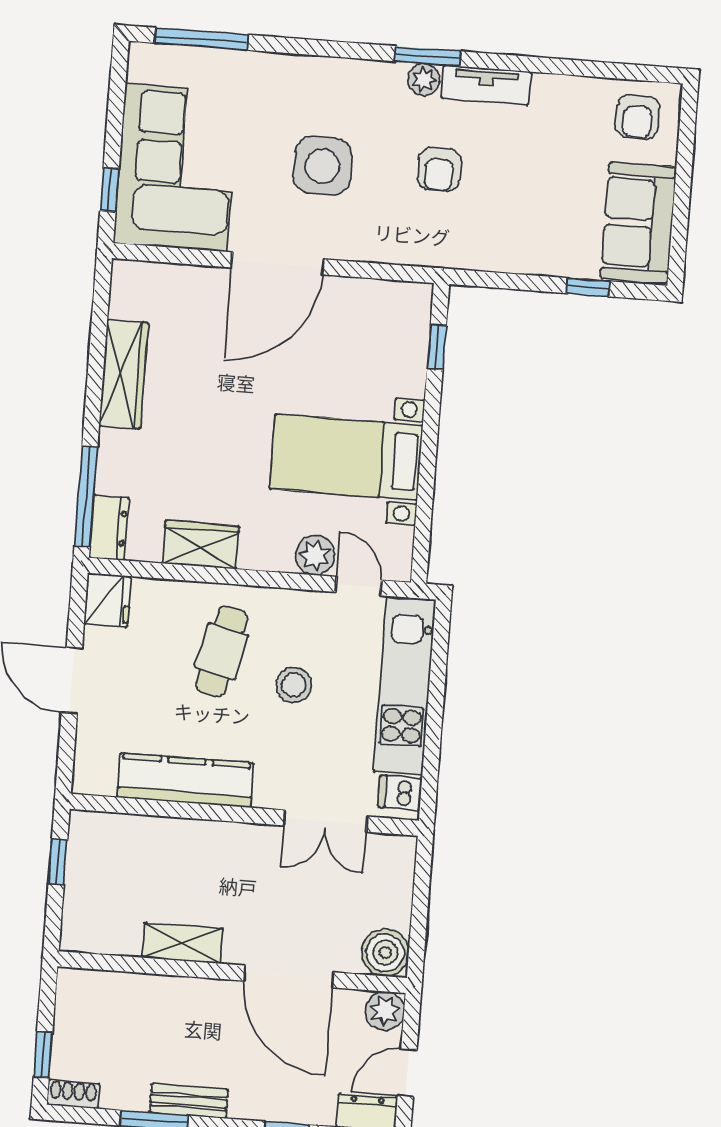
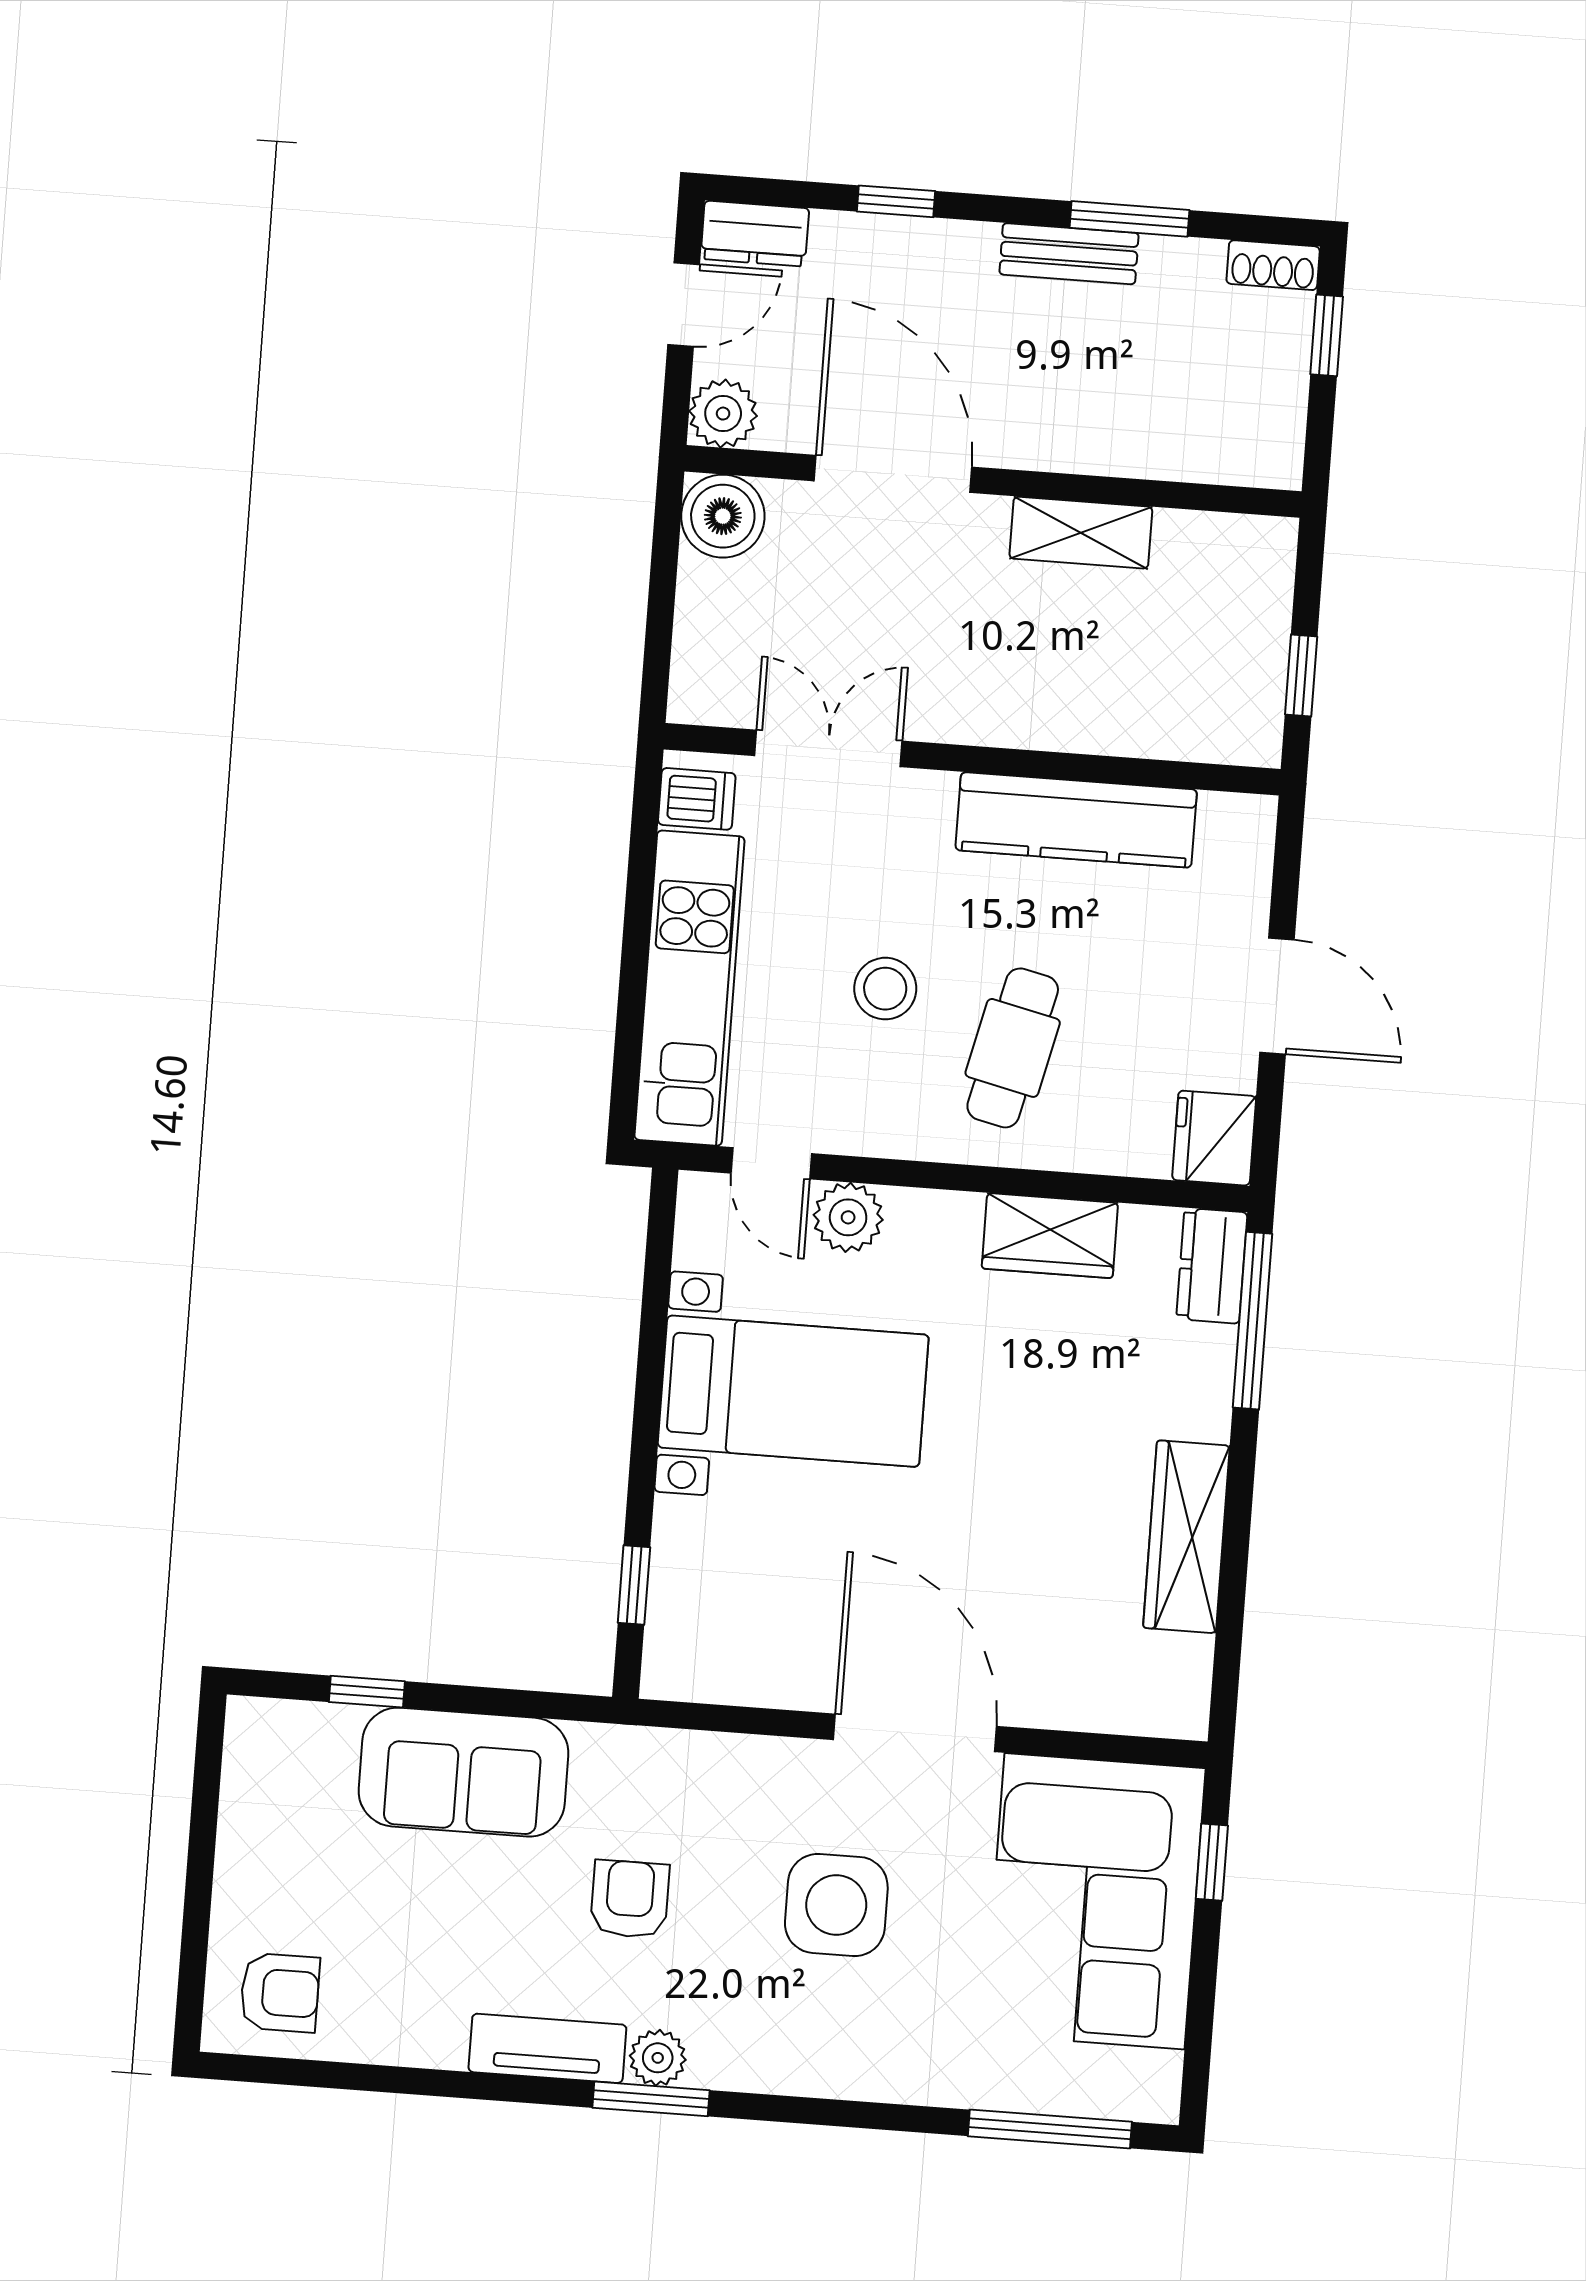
armchair: (638, 117) -> (280, 1993), turned 90
sofa: (638, 223) -> (464, 1772), moved, turned 90
door: (278, 263) -> (915, 1733), hinge flipped

